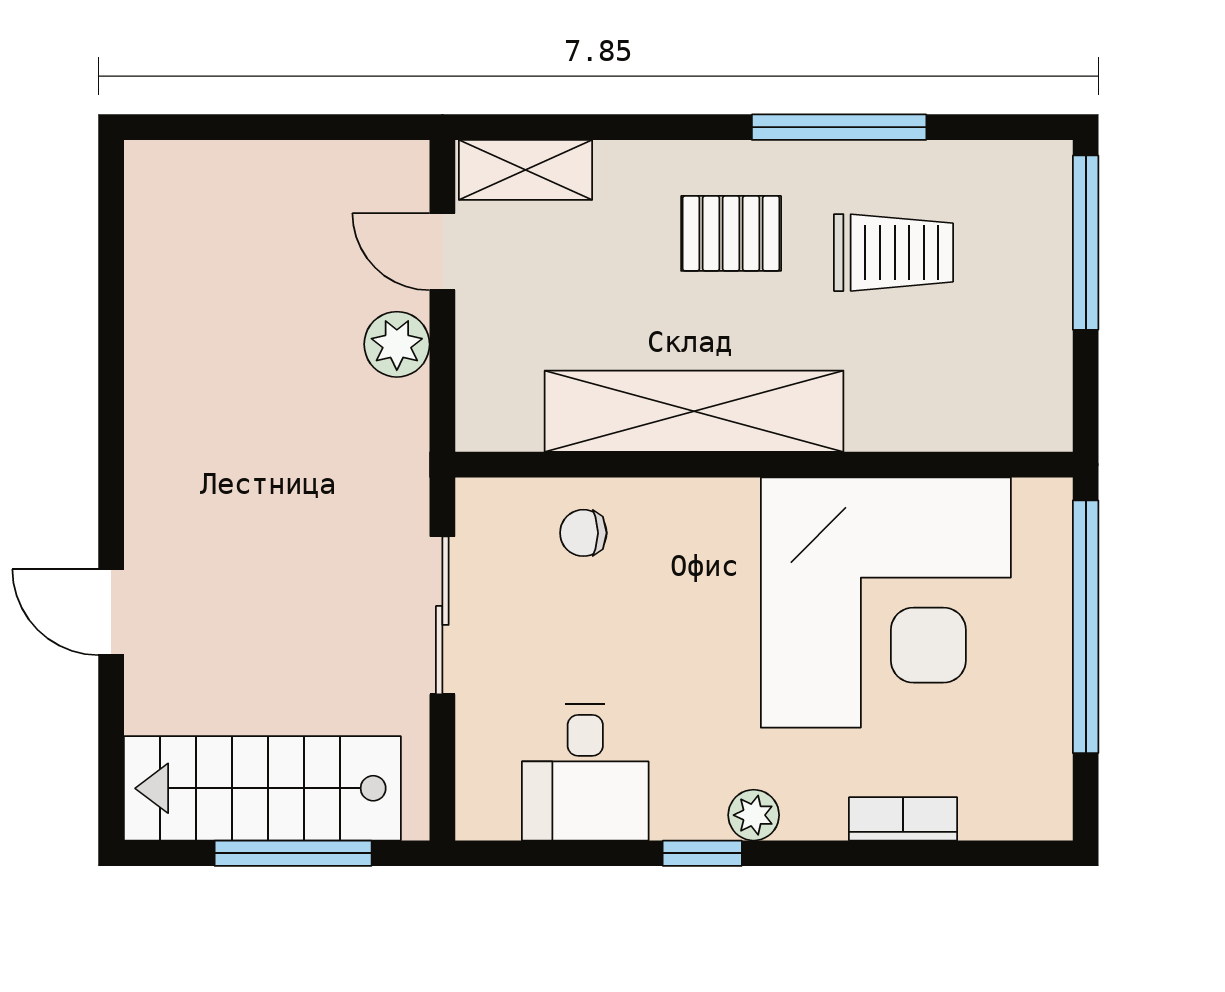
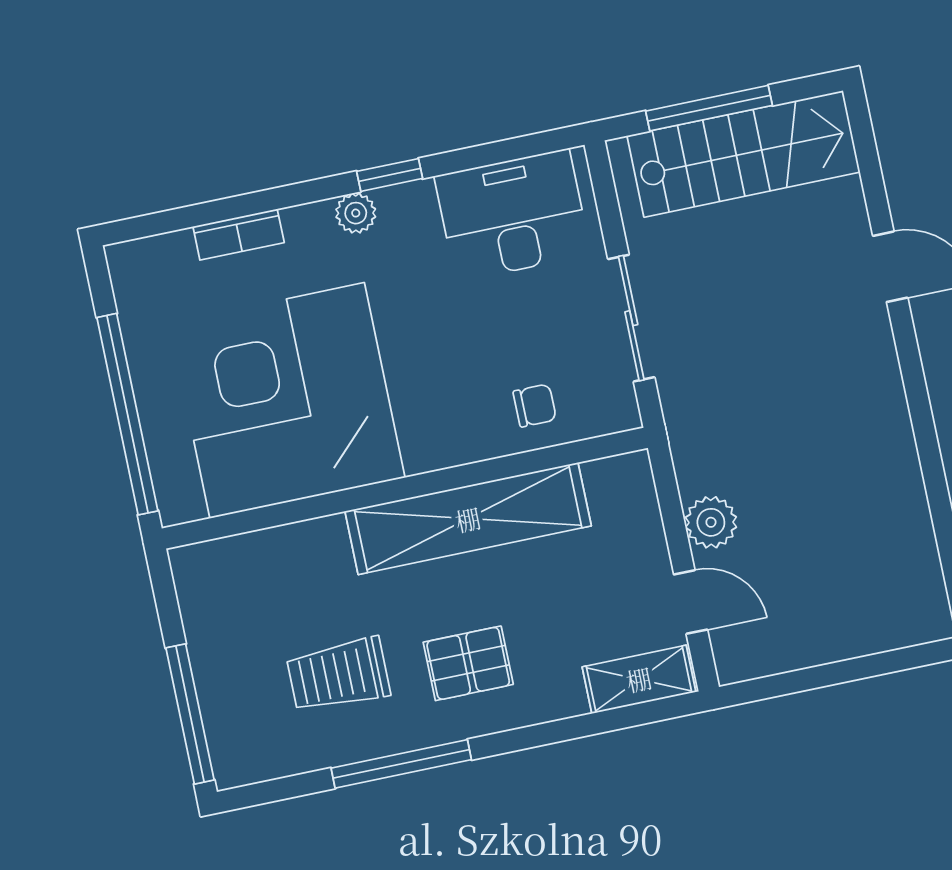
desk: (585, 772) -> (513, 215), width x1.37

